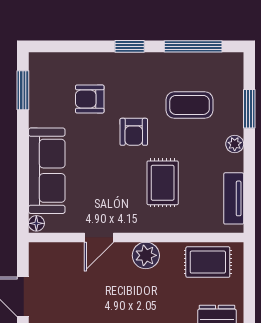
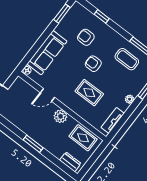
window: (130, 46) -> (102, 16), moved
coffee table: (190, 105) -> (127, 59), moved
armchair: (134, 132) -> (93, 64), turned 90
rug: (163, 183) -> (89, 93), turned 90

